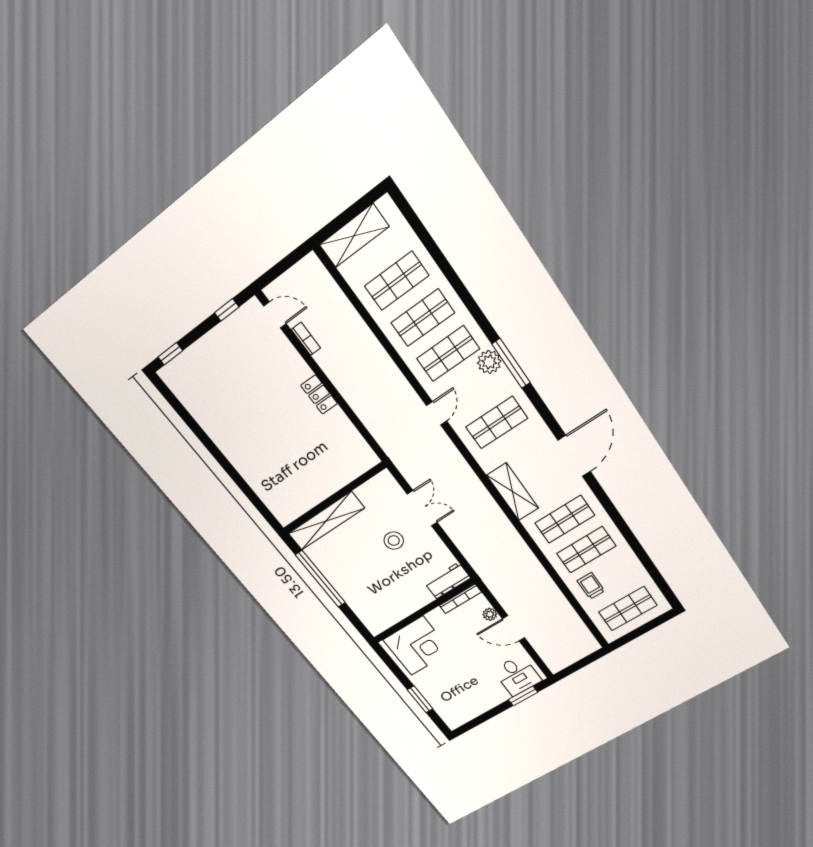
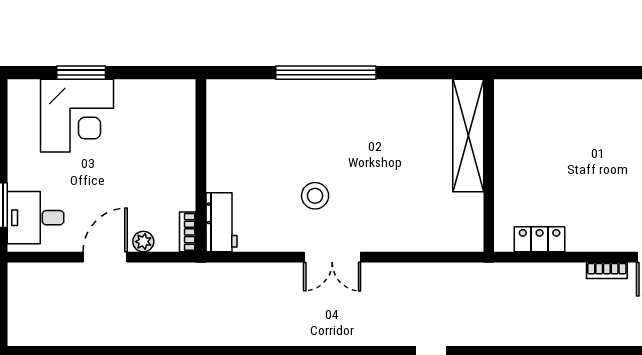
wall: (334, 498) -> (489, 166), moved
shelving: (326, 521) -> (468, 135), moved
bookcase: (460, 599) -> (188, 232), width x0.64
corner desk: (417, 646) -> (77, 116), moved, turned -90

